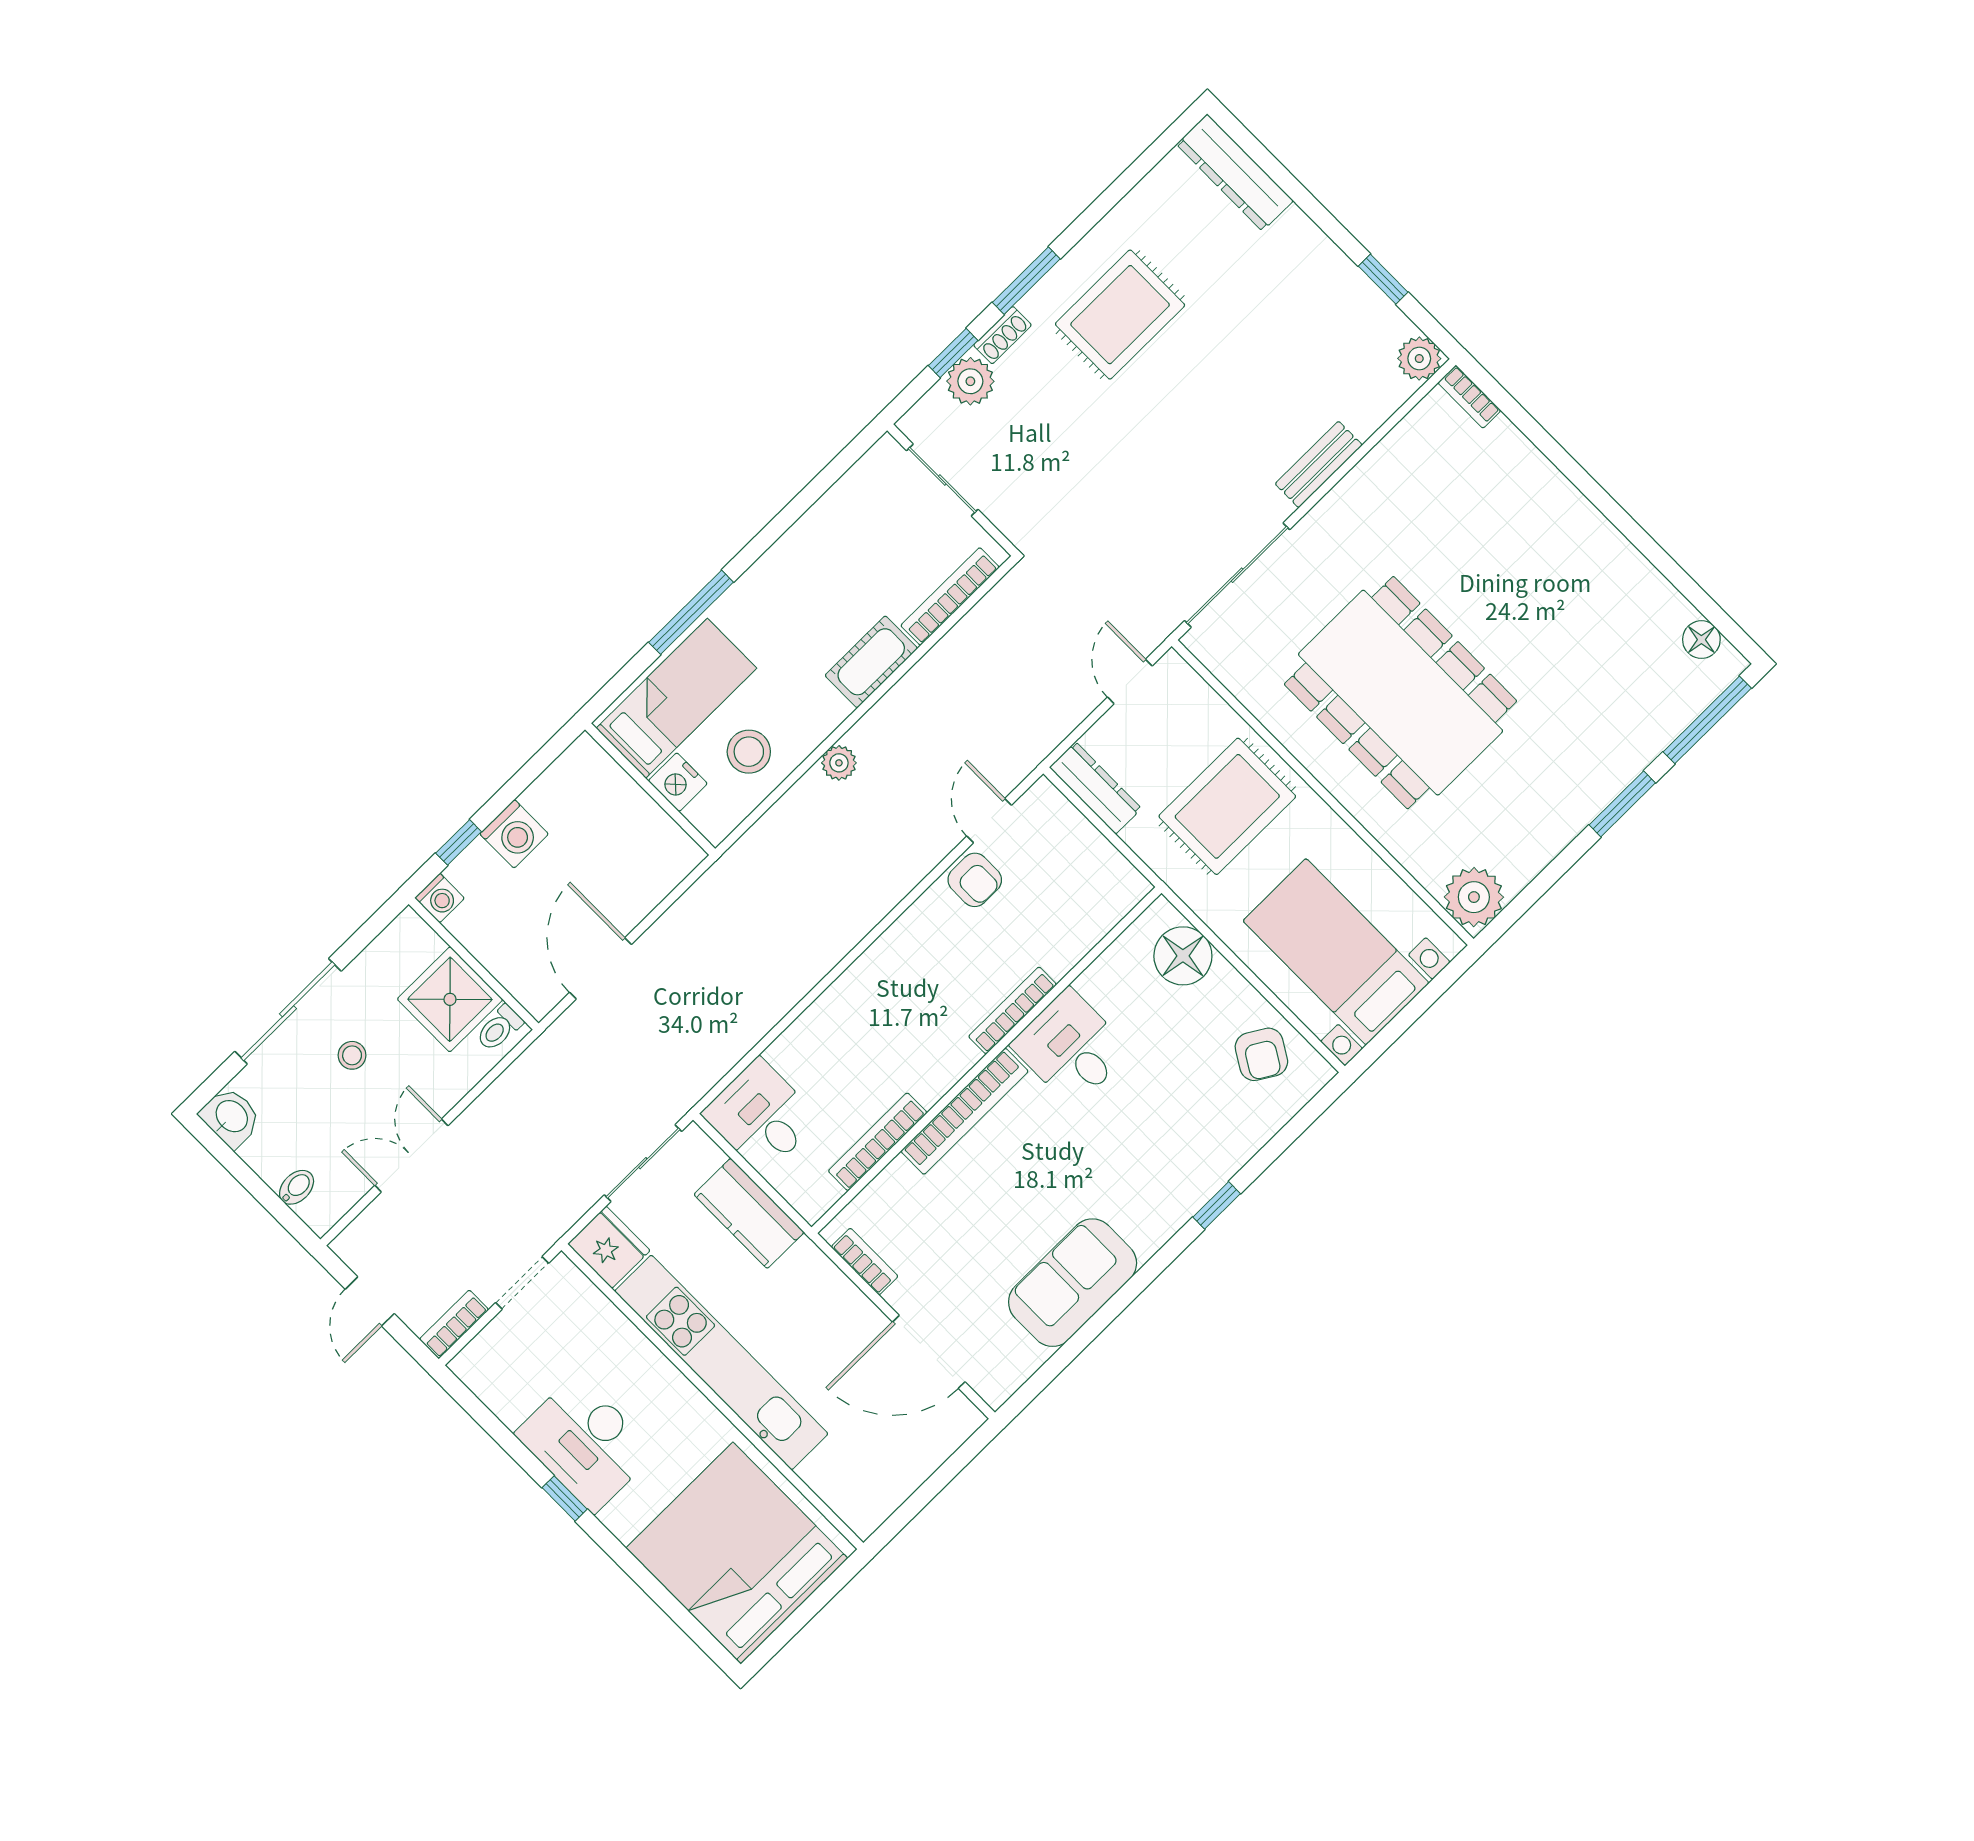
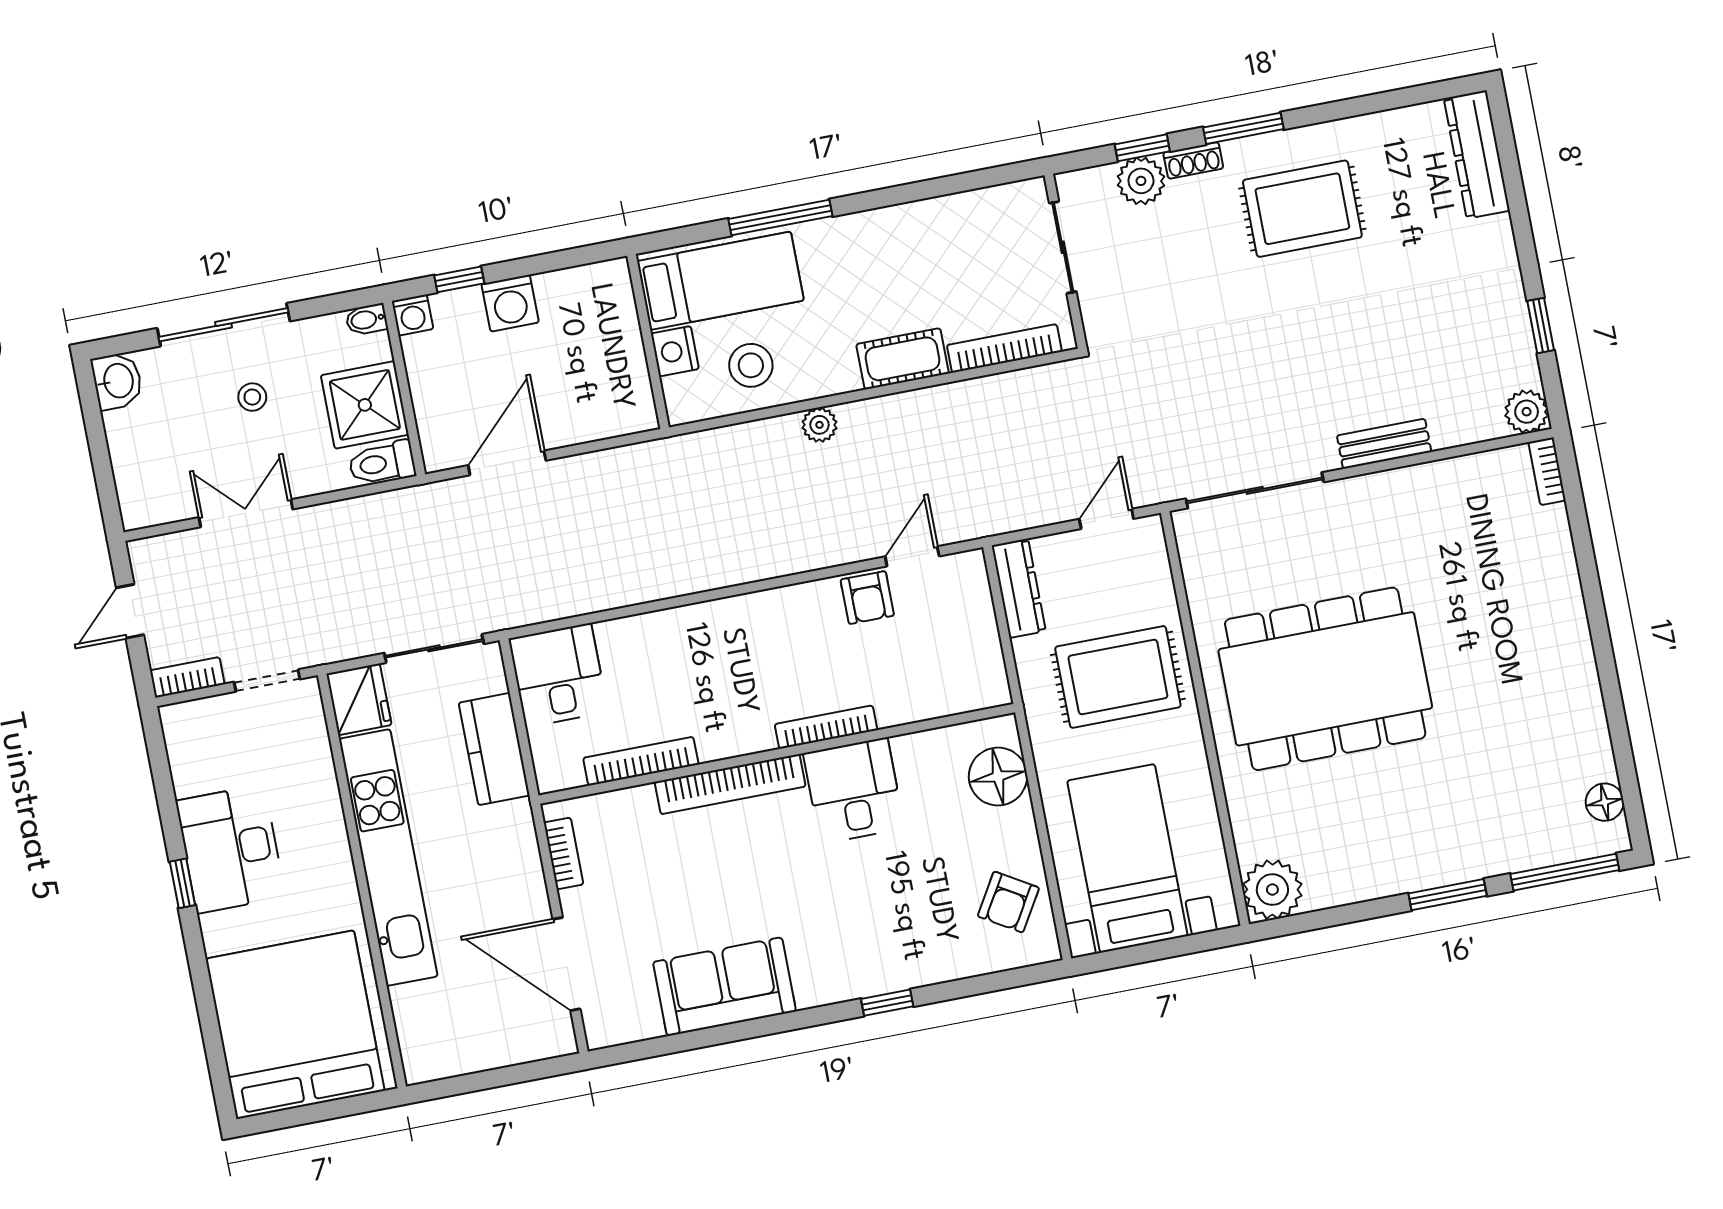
dining table: (1401, 693) -> (1325, 679), turned 90
toilet: (499, 1028) -> (382, 463), width x1.37, depth x1.39
bidet: (297, 1187) -> (366, 319), moved, turned 180

